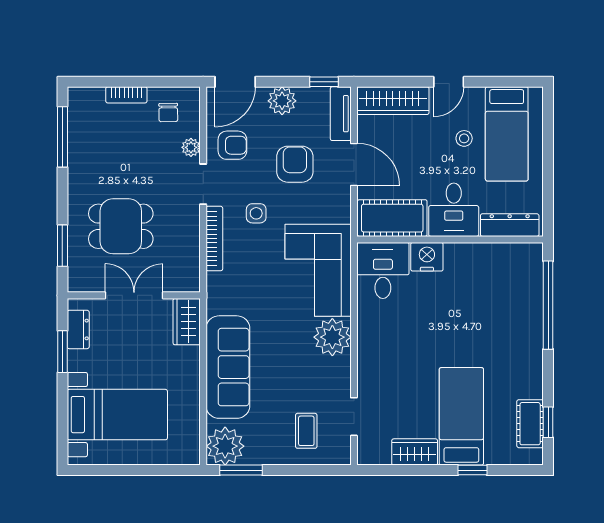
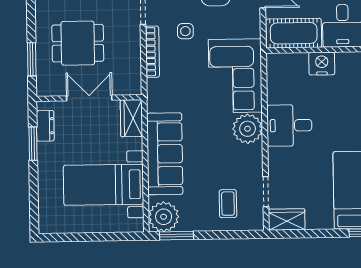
desk: (383, 270) -> (289, 125), moved, turned -90
bed with nightstands: (117, 415) -> (103, 185), moved, turned 180
wardrobe: (415, 452) -> (287, 220), moved

